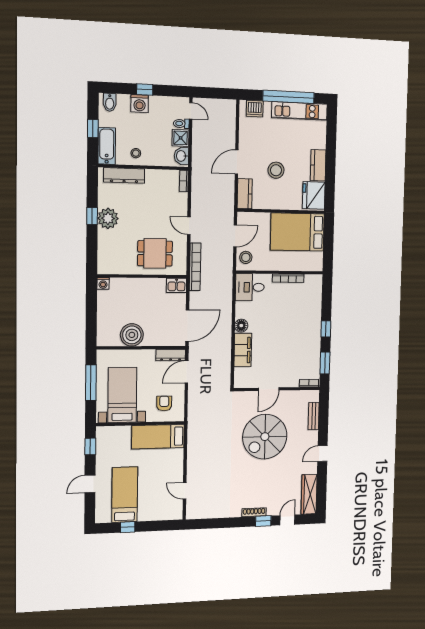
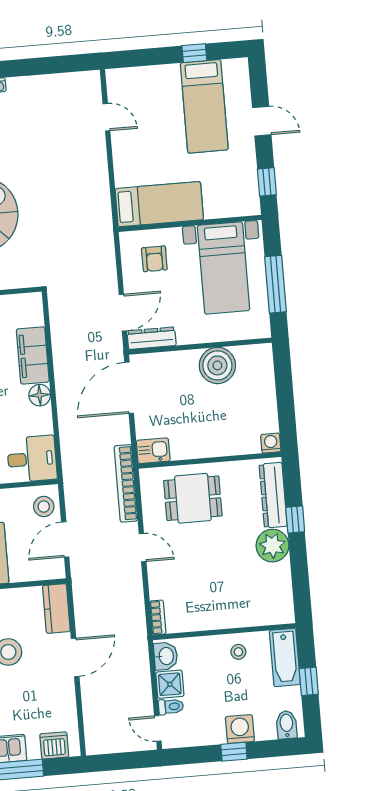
dresser: (124, 175) -> (273, 495), moved, turned -90
window: (92, 216) -> (295, 519), moved
door: (90, 484) -> (262, 121), hinge flipped

